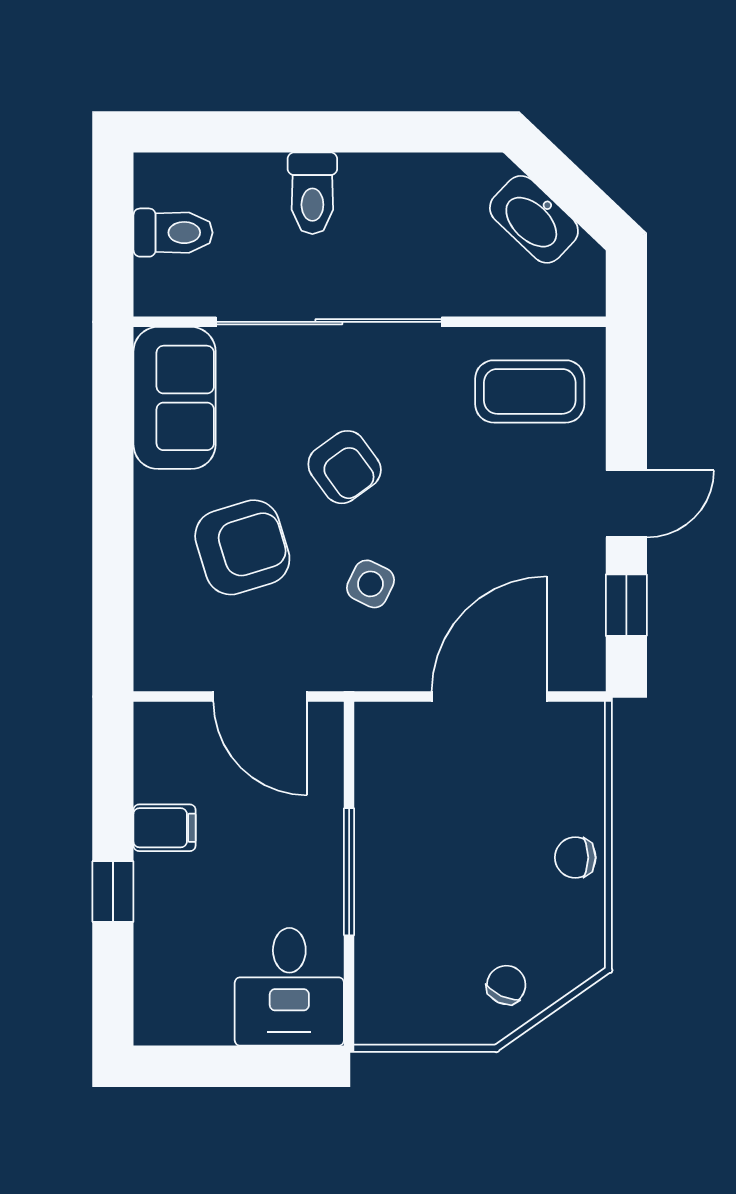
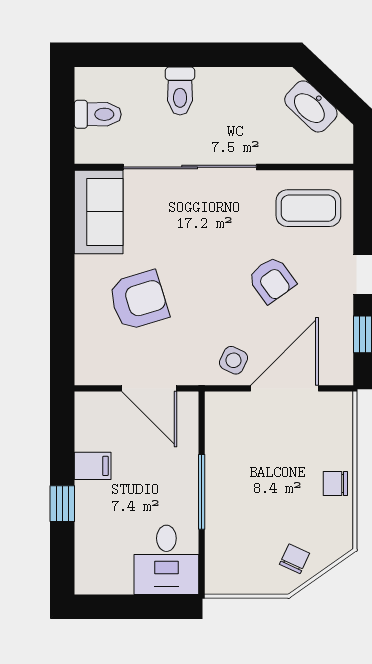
armchair: (345, 467) -> (272, 280), moved
side table: (370, 584) -> (233, 360), moved

